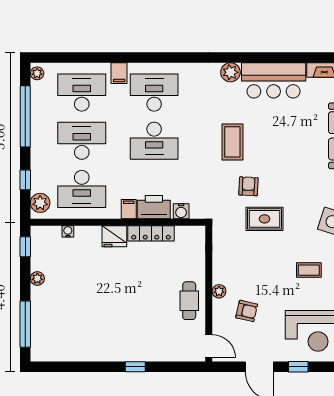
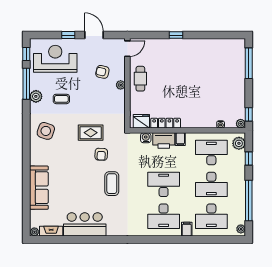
plant: (230, 72) -> (113, 230), removed
fridge: (114, 236) -> (141, 121), moved
plant: (37, 278) -> (241, 124), moved
door: (209, 346) -> (127, 49), swing flipped

